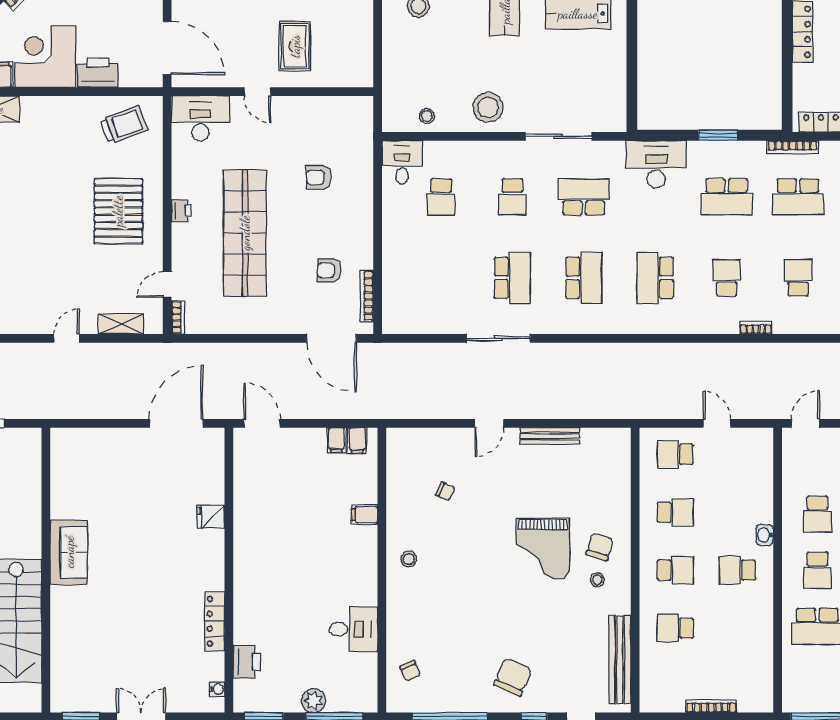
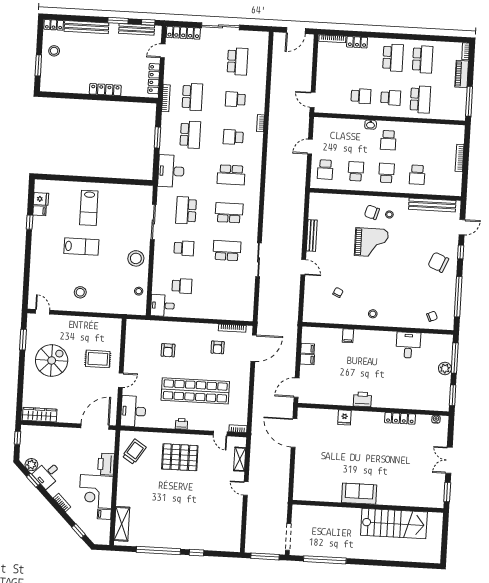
trolley: (124, 125) -> (134, 452), turned 53
filing cabinet: (357, 441) -> (307, 359), moved
printer: (247, 662) -> (362, 399), moved

